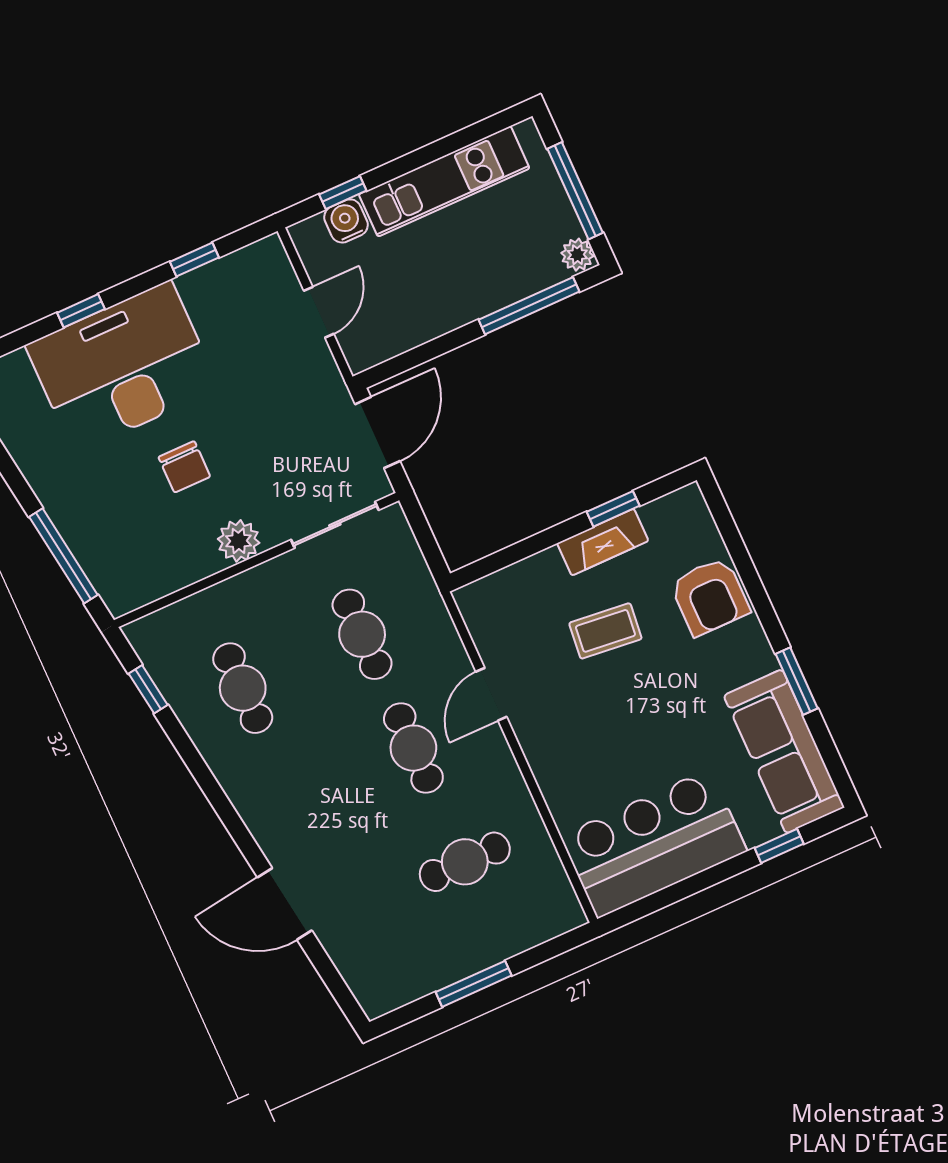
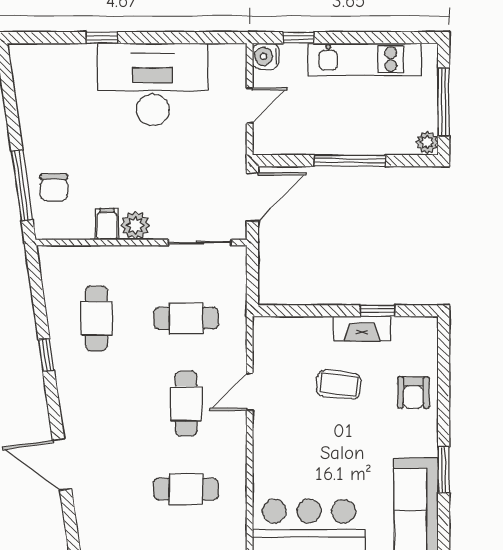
water cooler: (346, 221) -> (266, 56), moved, turned -90
window: (194, 260) -> (187, 38), removed
window: (529, 306) -> (350, 161), moved
desk: (122, 367) -> (153, 84), moved
chair: (184, 467) -> (54, 187), moved
filing cabinet: (200, 556) -> (107, 224), added
armchair: (710, 597) -> (413, 393), width x0.72, depth x0.72
cafe table: (362, 634) -> (186, 318), turned 90
window: (148, 689) -> (46, 355), moved

